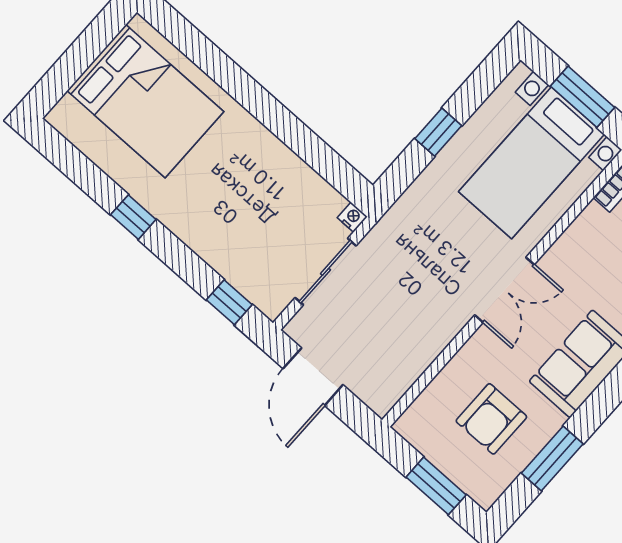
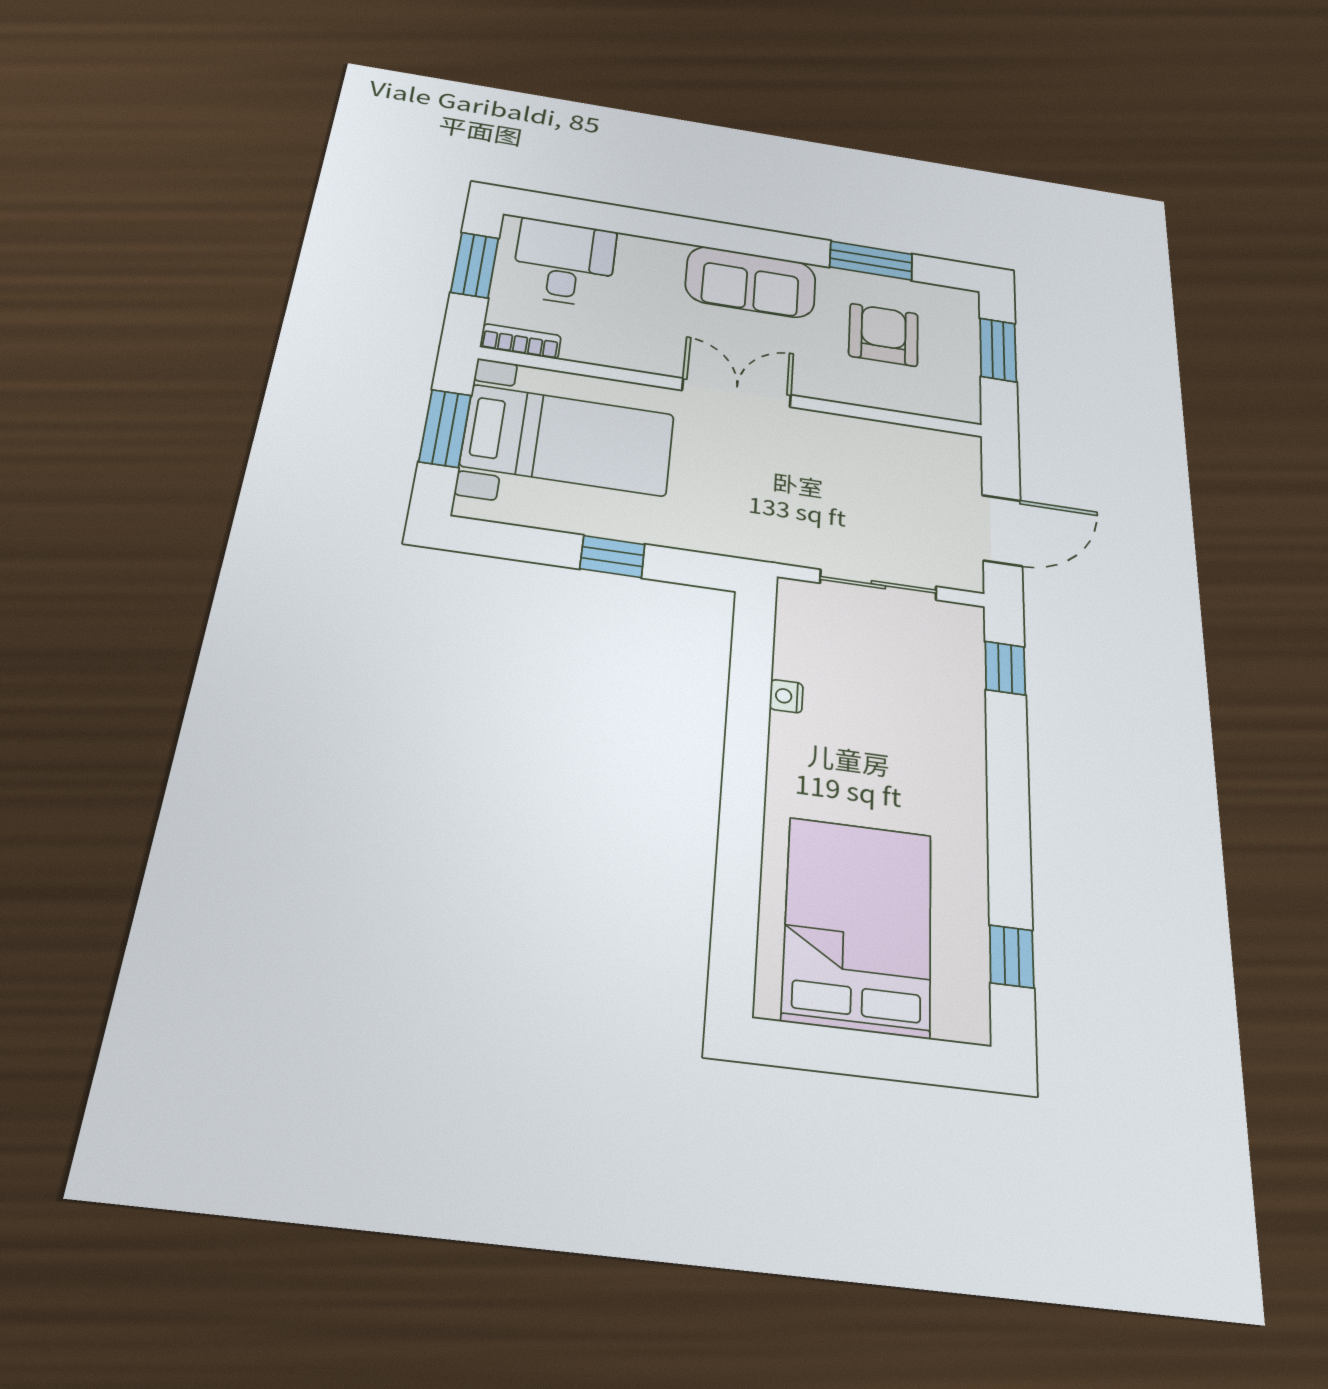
window: (133, 217) -> (1012, 956), moved
nightstand: (352, 217) -> (786, 696), moved
armchair: (491, 419) -> (884, 335), turned -90

